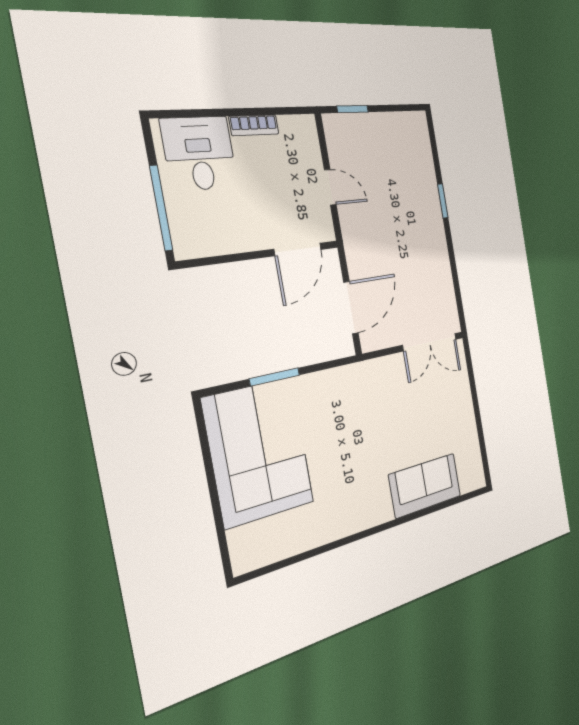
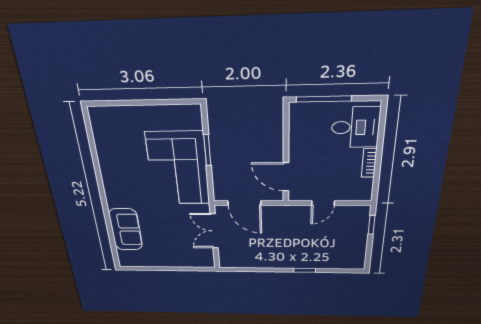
double door: (430, 342) -> (214, 231), moved
corner sofa: (259, 451) -> (178, 169), moved, turned 90

